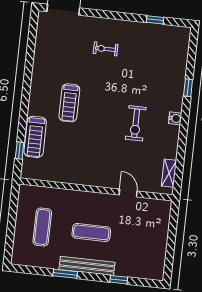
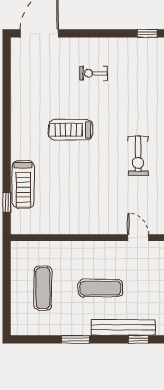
treadmill: (69, 103) -> (71, 130), moved, turned 90
bench: (87, 266) -> (123, 327), moved

